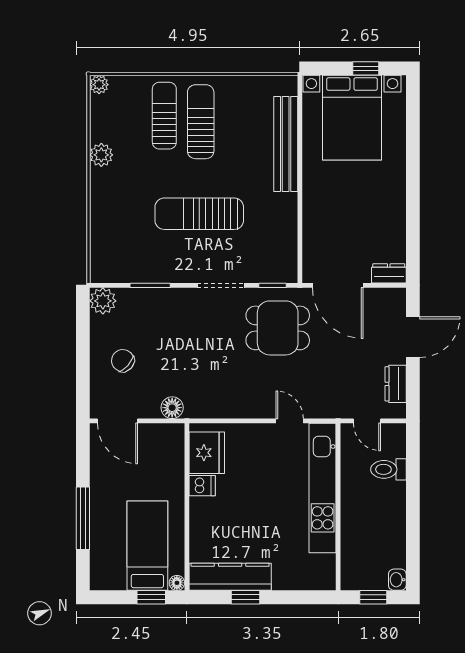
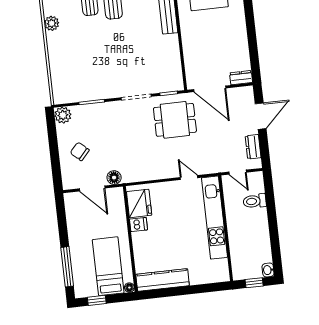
sun lounger: (199, 214) -> (117, 53), removed
door: (117, 421) -> (92, 188), moved
window: (83, 518) -> (67, 267), moved
window: (151, 597) -> (97, 300), moved
window: (245, 597) -> (174, 292), removed

